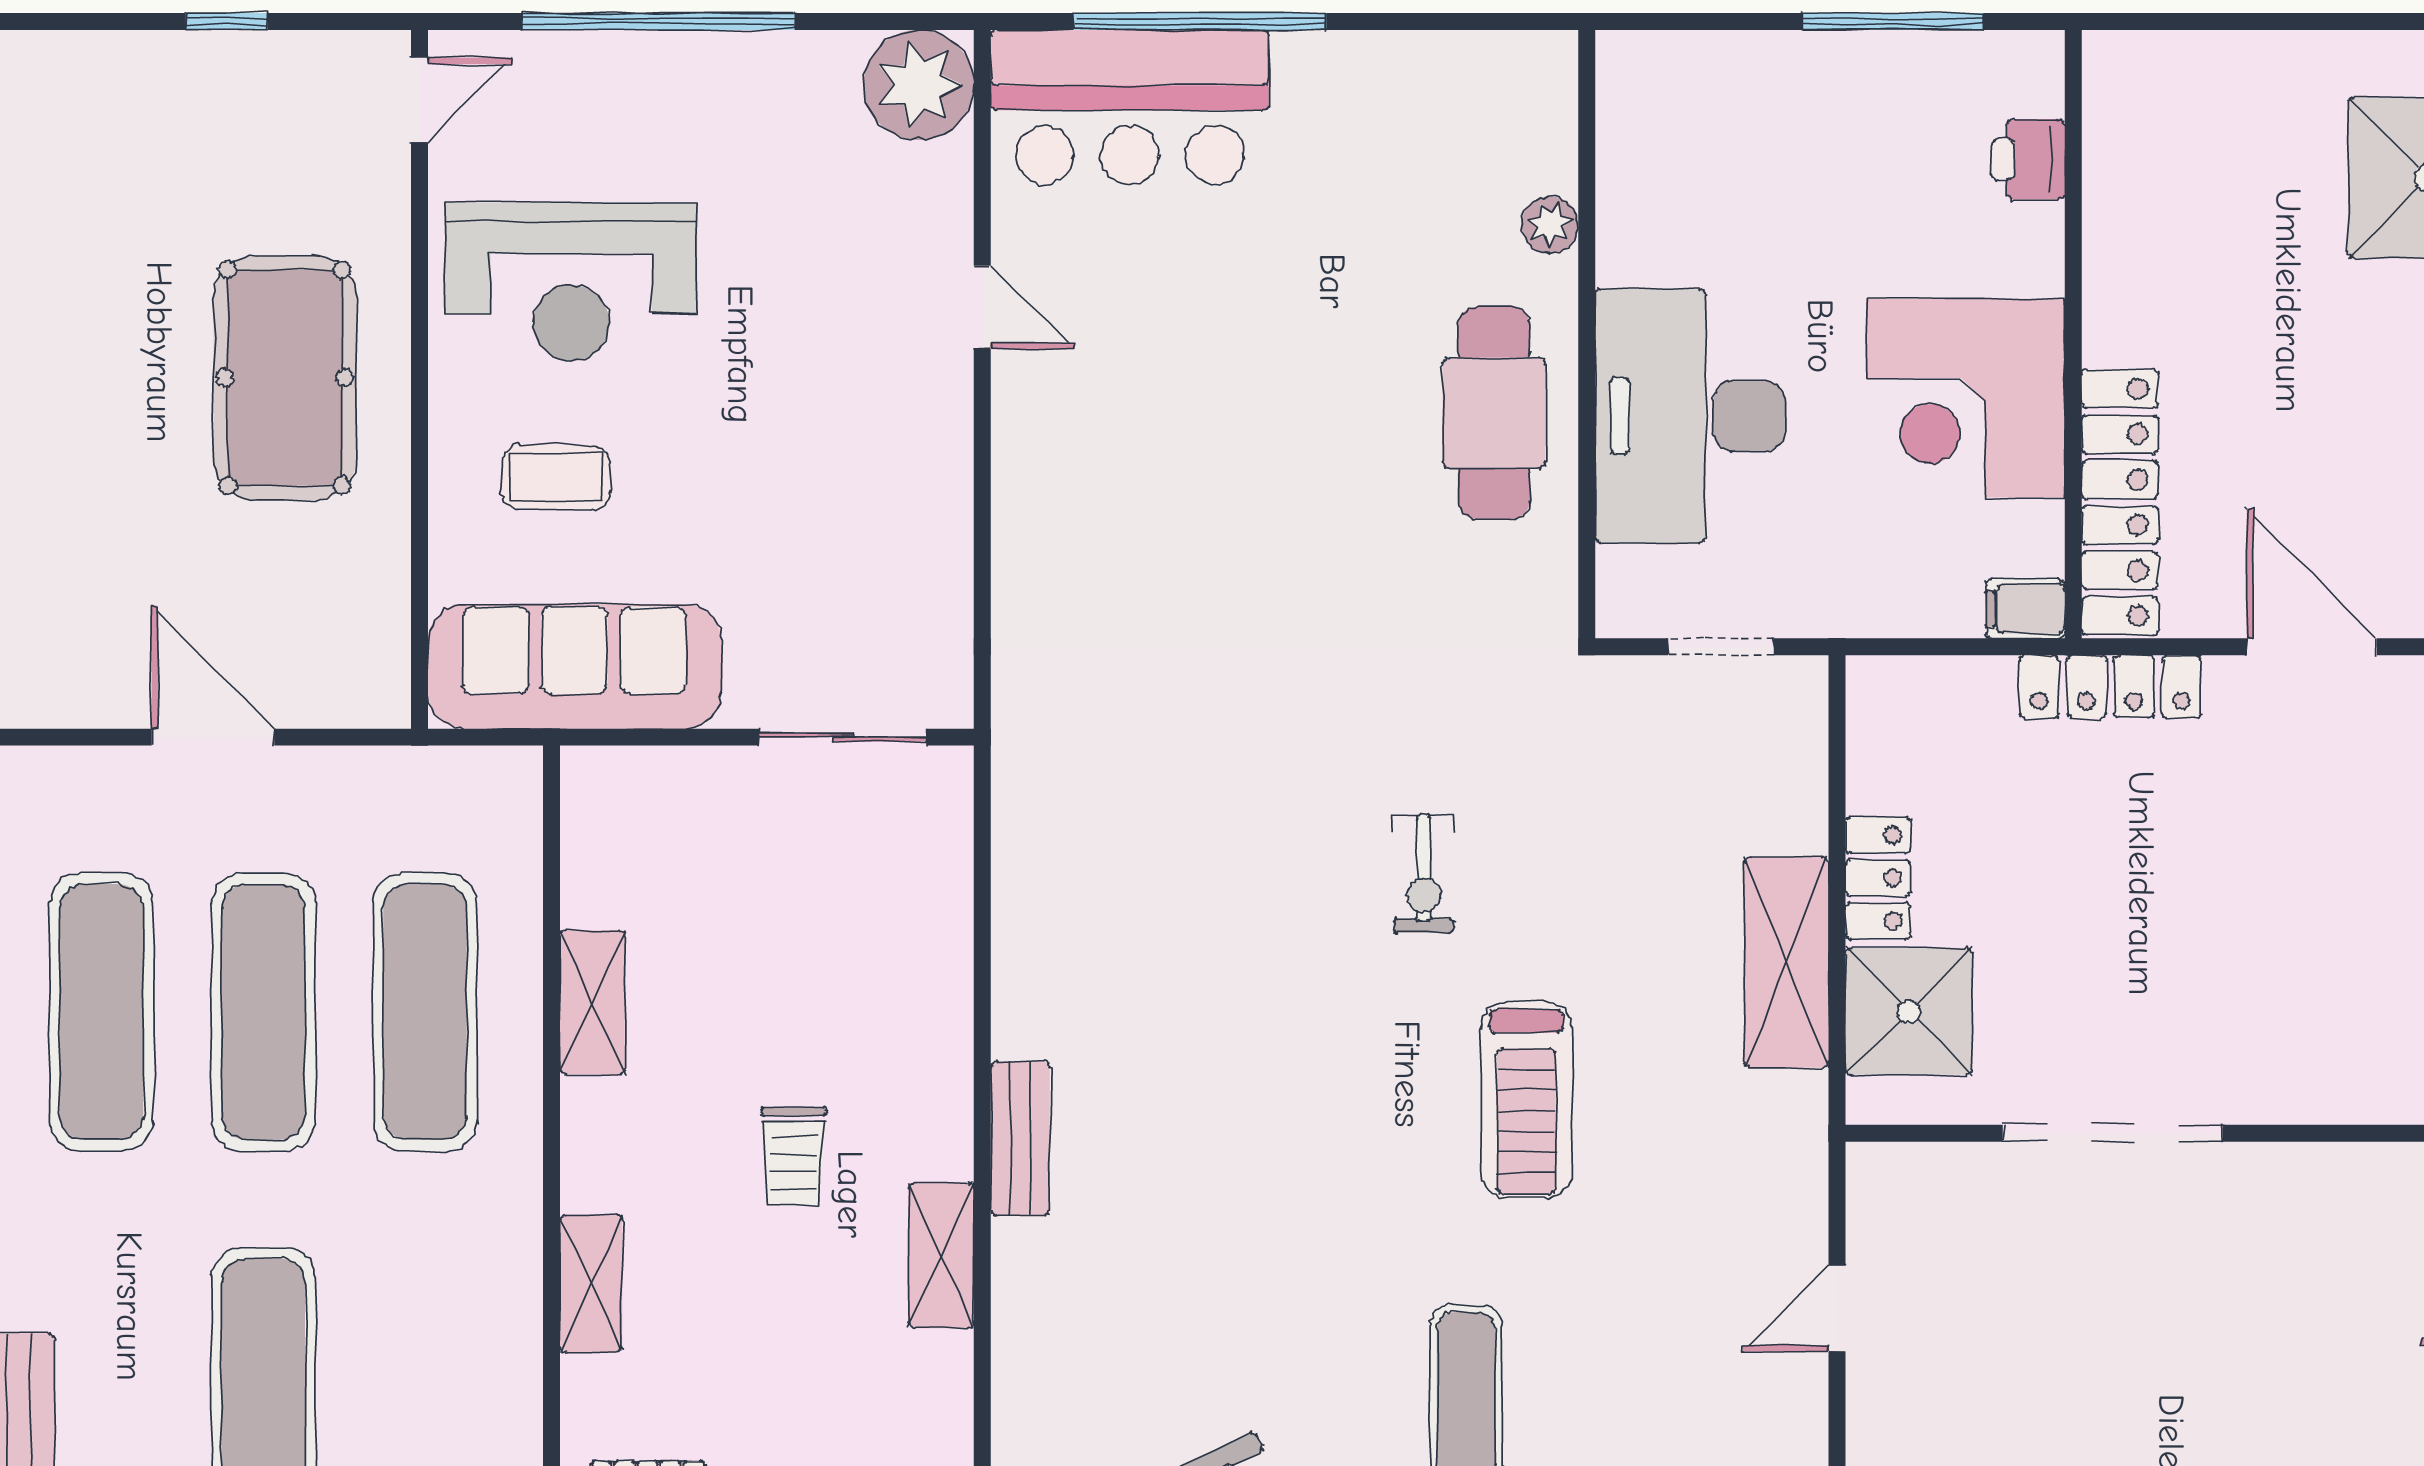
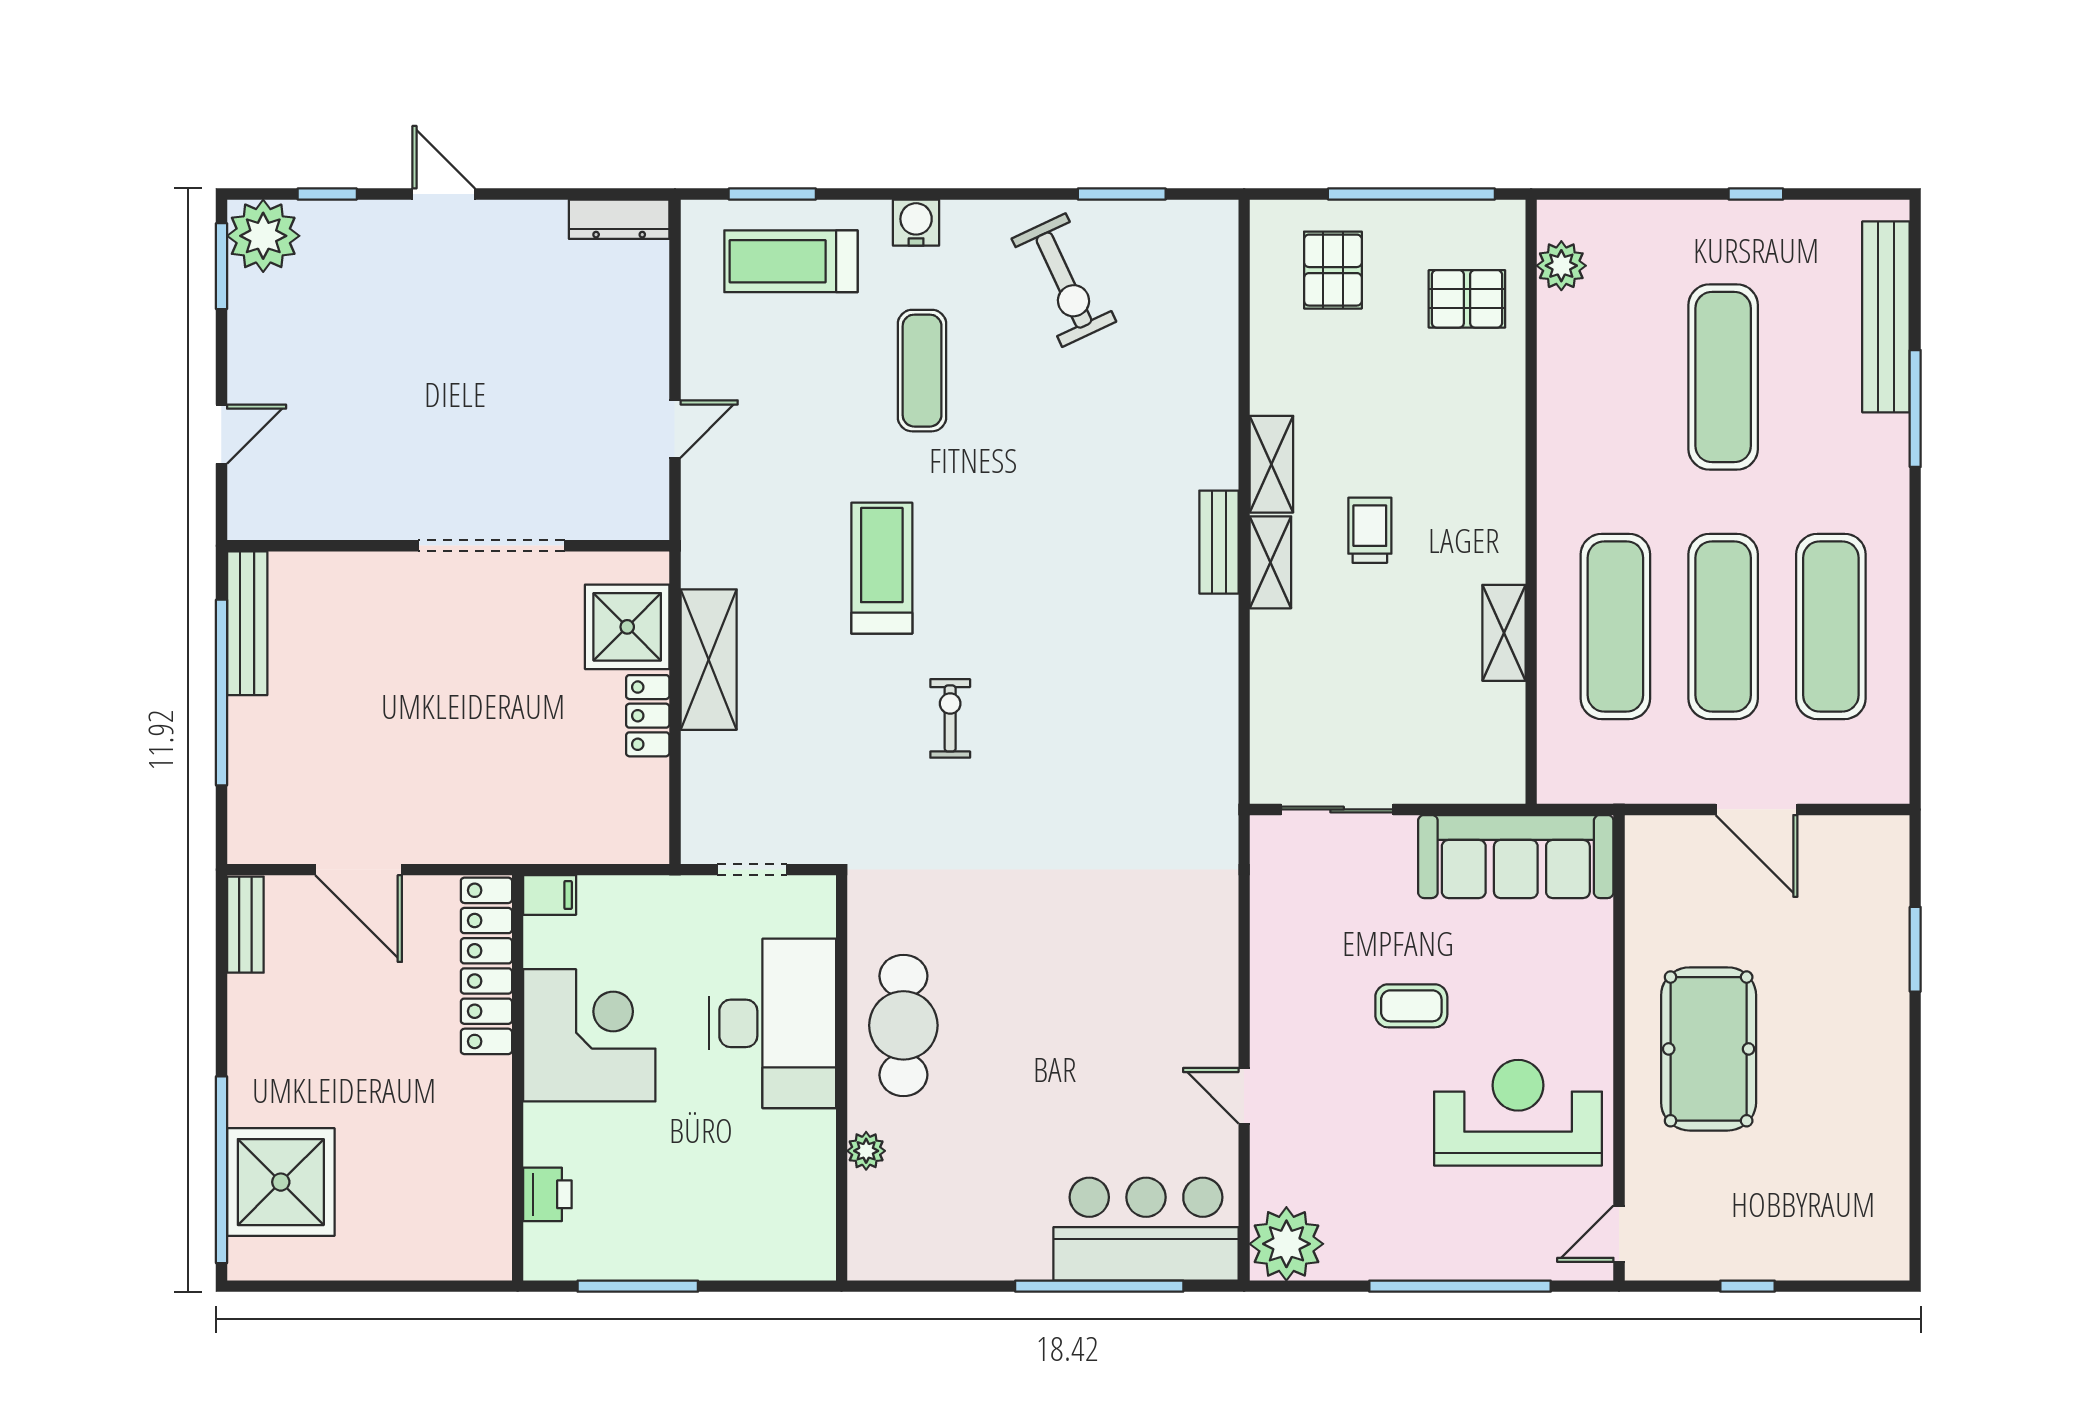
coffee table: (556, 478) -> (1411, 1006), moved
locker: (2110, 687) -> (493, 843), removed
shelving: (591, 1283) -> (1270, 562), moved

